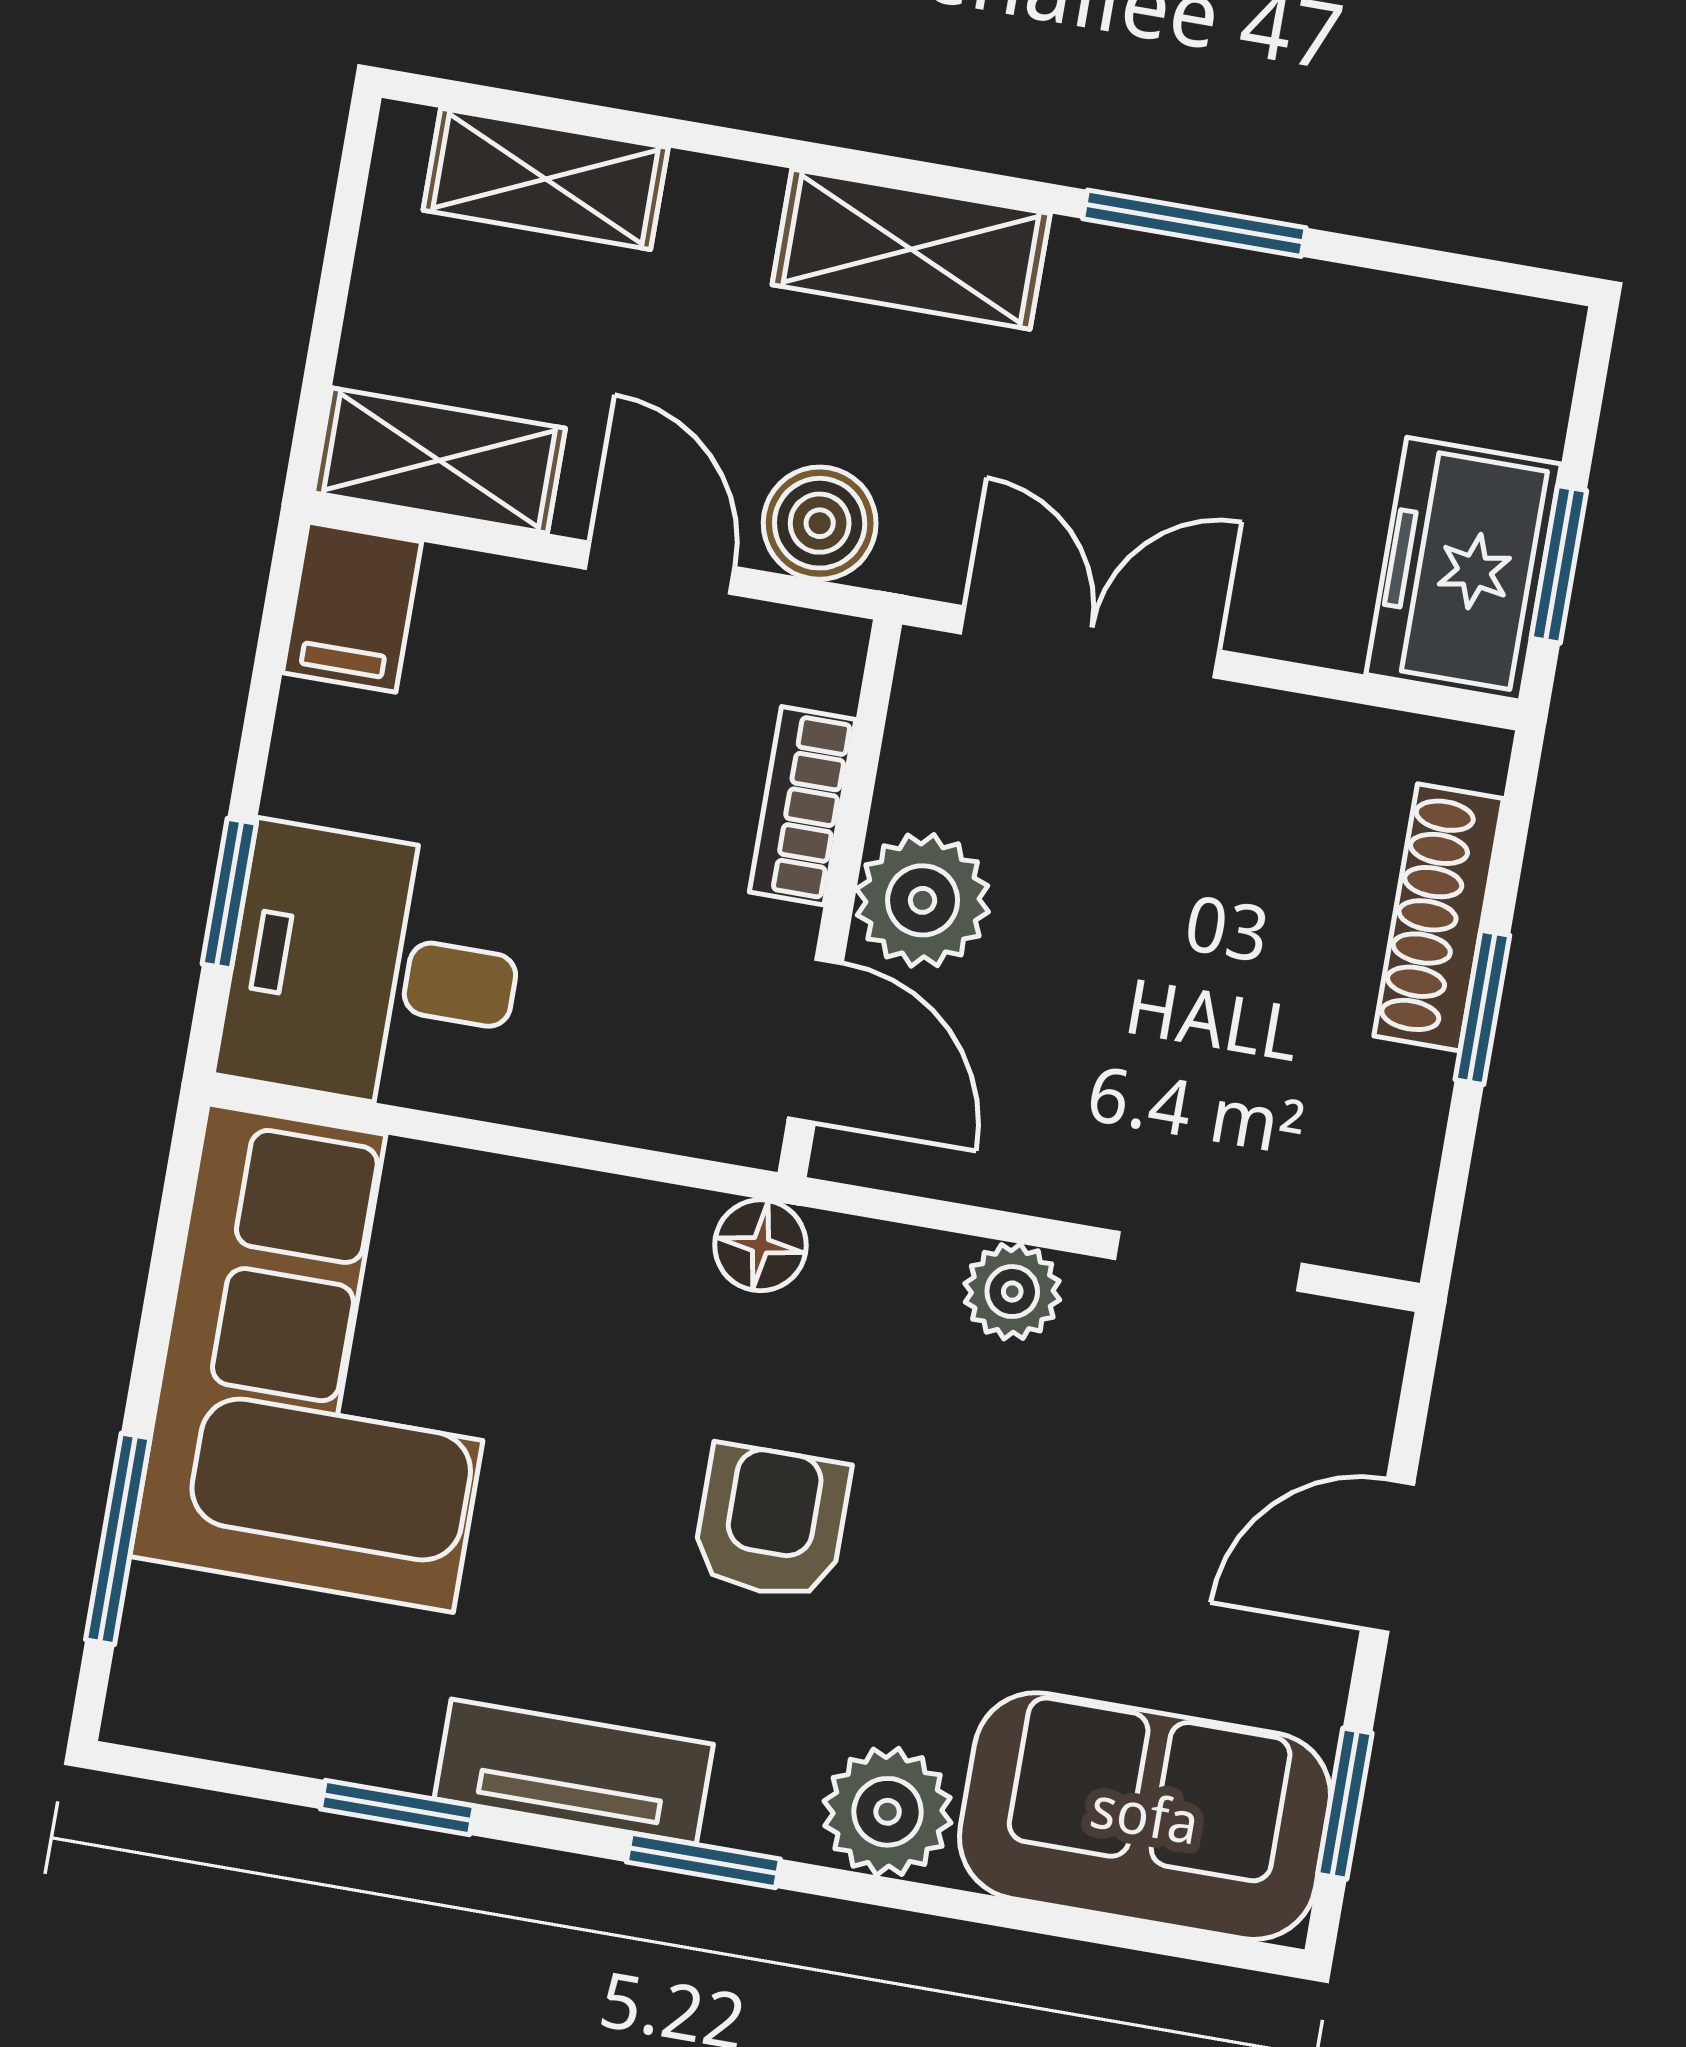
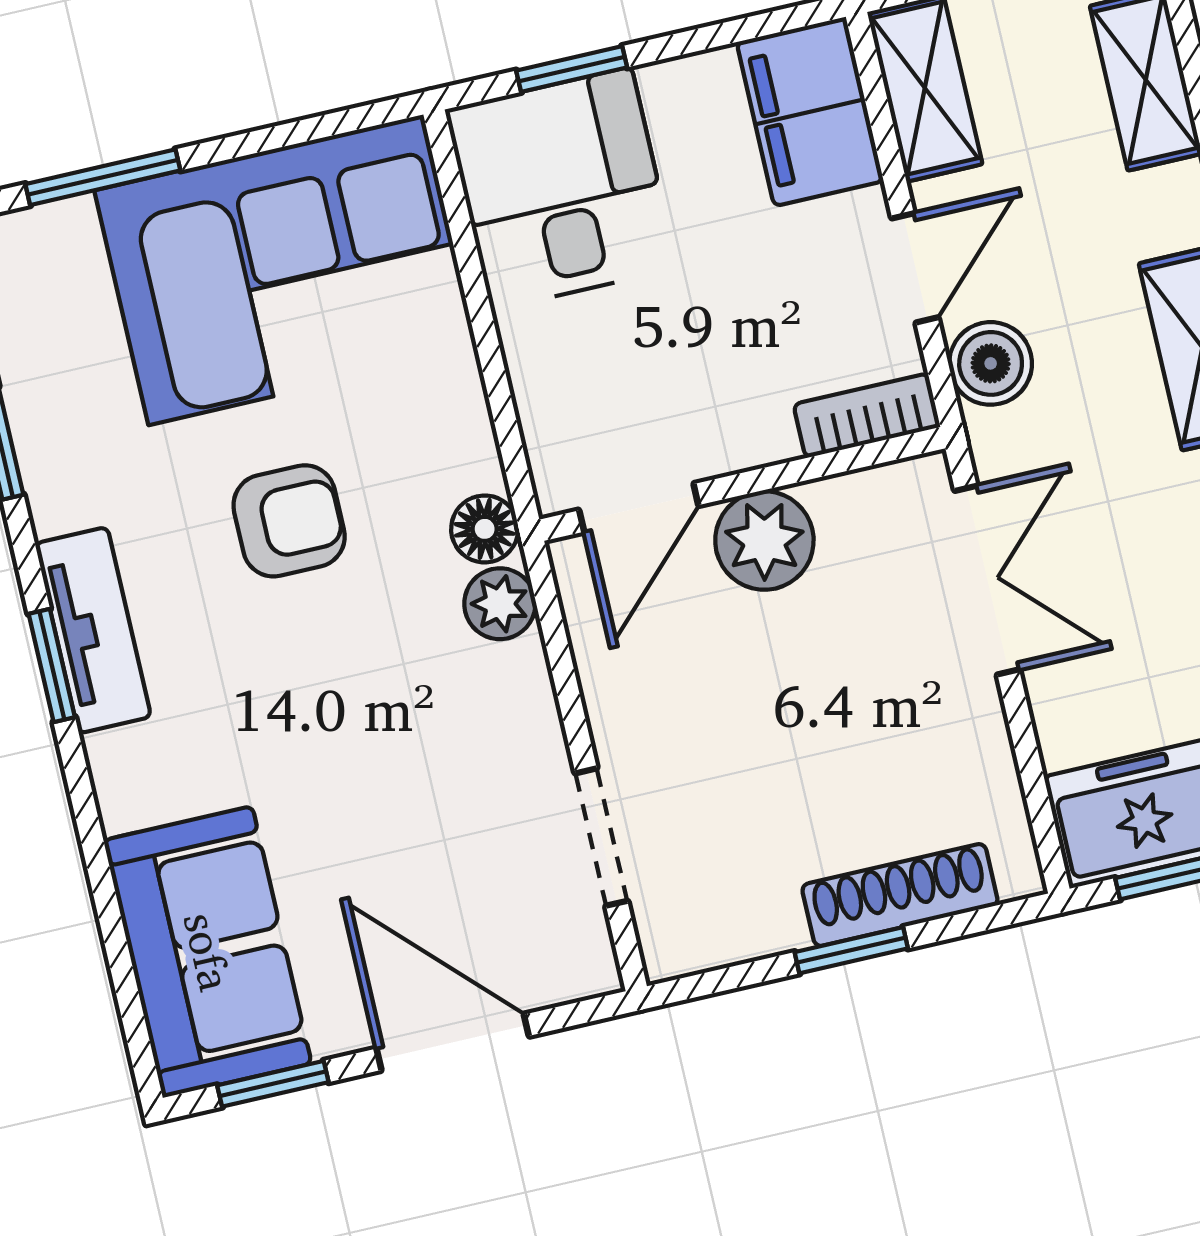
filing cabinet: (352, 607) -> (810, 112), width x2.00
bookcase: (803, 806) -> (867, 416), moved
plant: (1012, 1292) -> (500, 604), moved
armchair: (771, 1522) -> (289, 521), moved
door: (1388, 1556) -> (453, 1042), width x1.38
tv unit: (574, 1772) -> (93, 630), moved
plant: (888, 1812) -> (137, 776), removed

